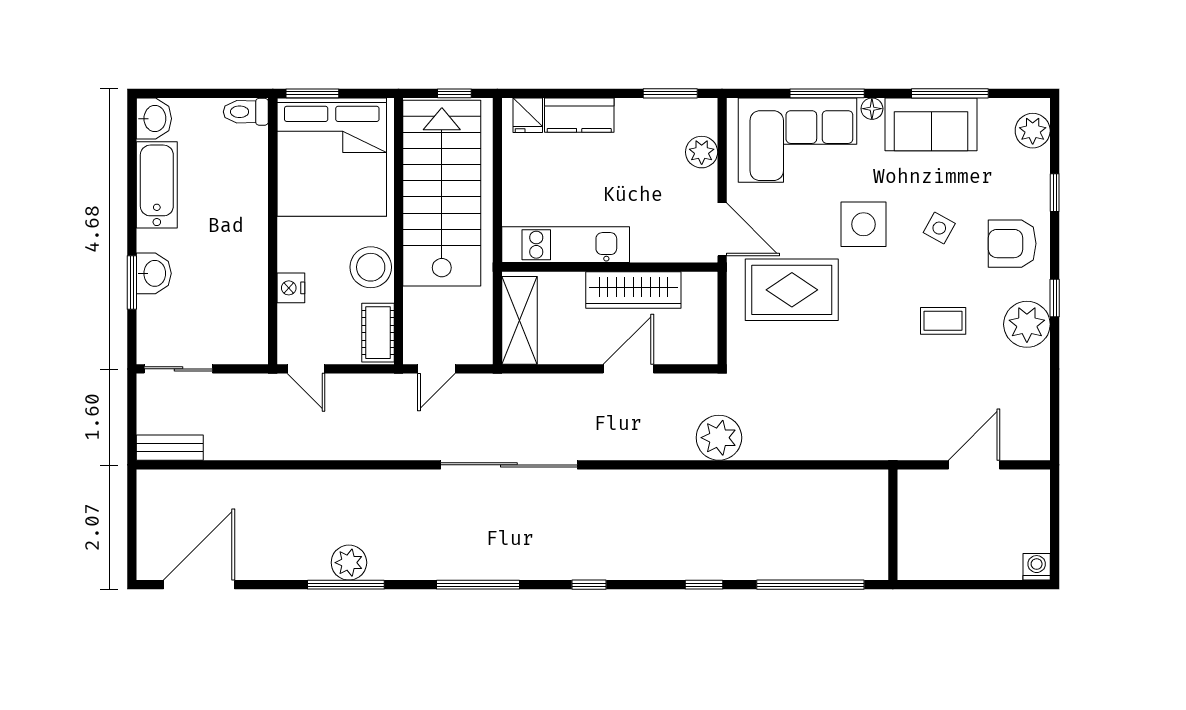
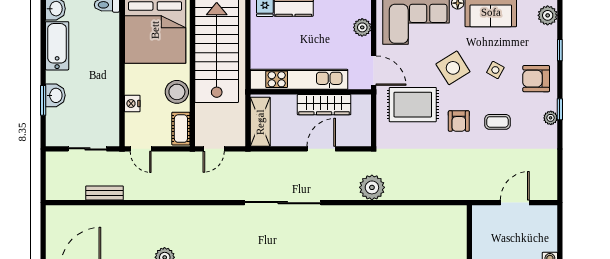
side table: (864, 224) -> (453, 68), turned -32
kitchen unit: (566, 245) -> (299, 79), width x1.36
armchair: (874, 319) -> (459, 121), added
plant: (1027, 324) -> (551, 118), width x0.53, depth x0.53
sliding door: (178, 369) -> (87, 149), moved
bench: (170, 448) -> (105, 193), moved
sliding door: (509, 465) -> (283, 203), moved

